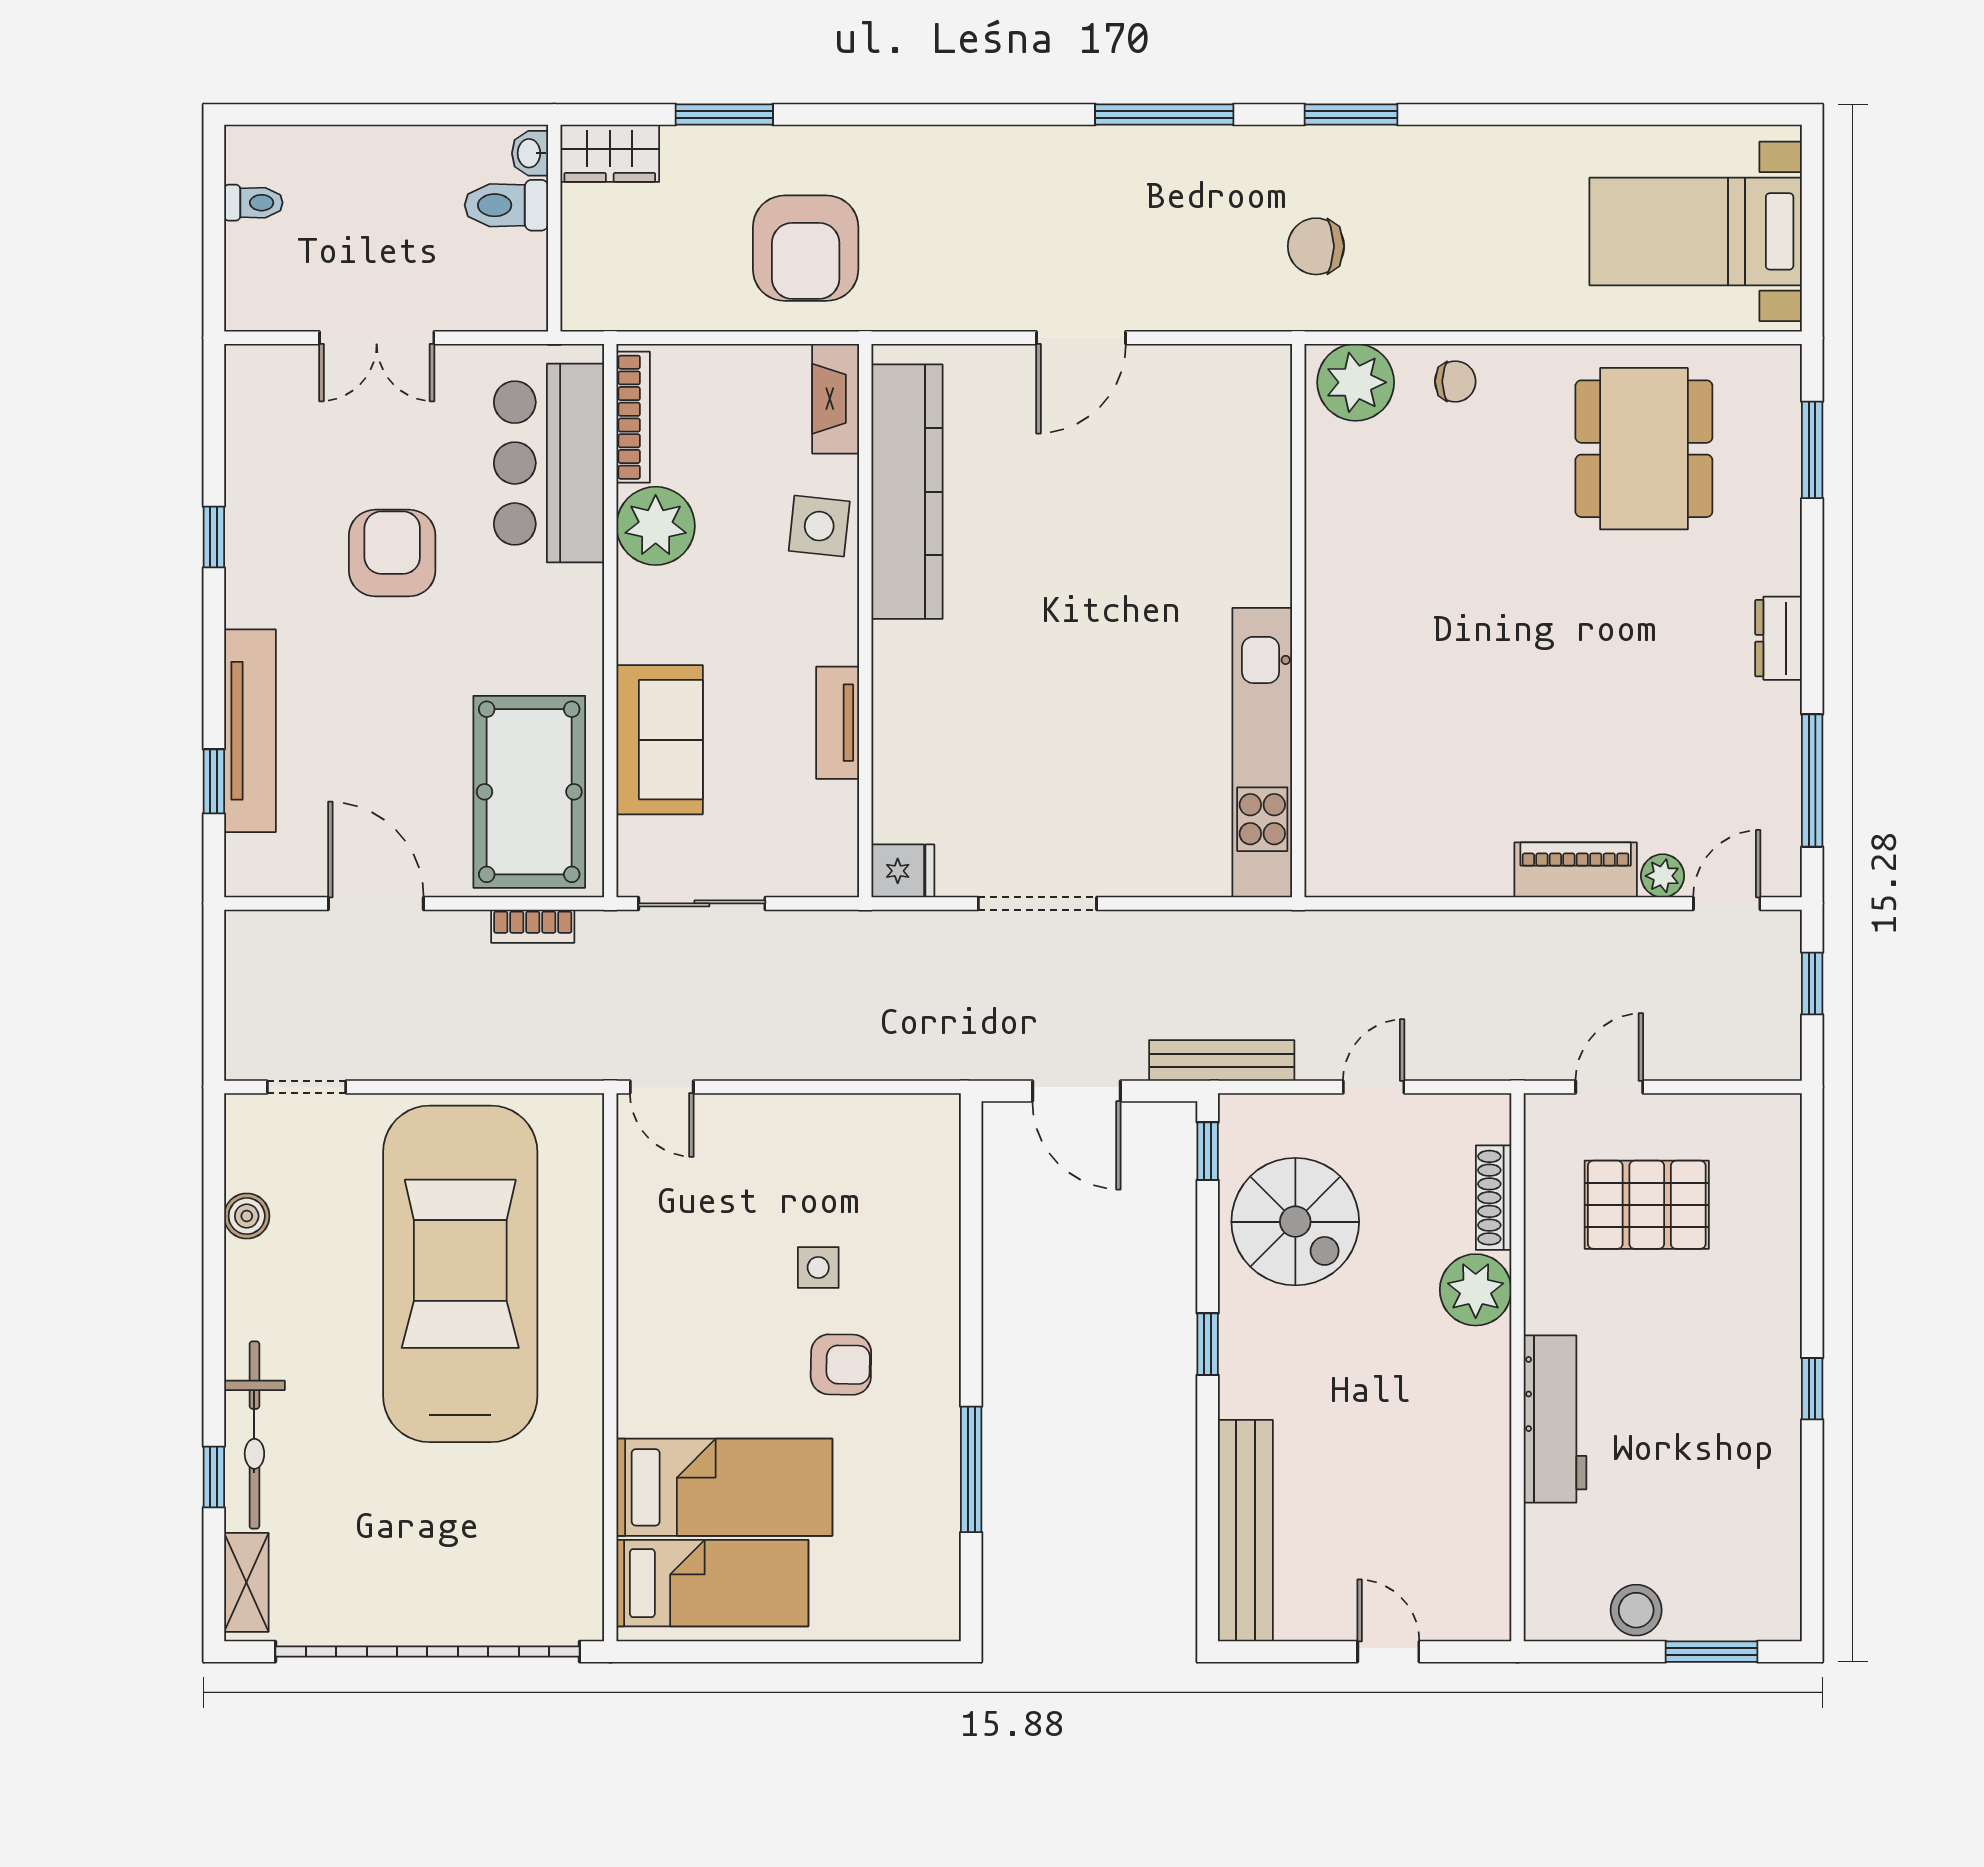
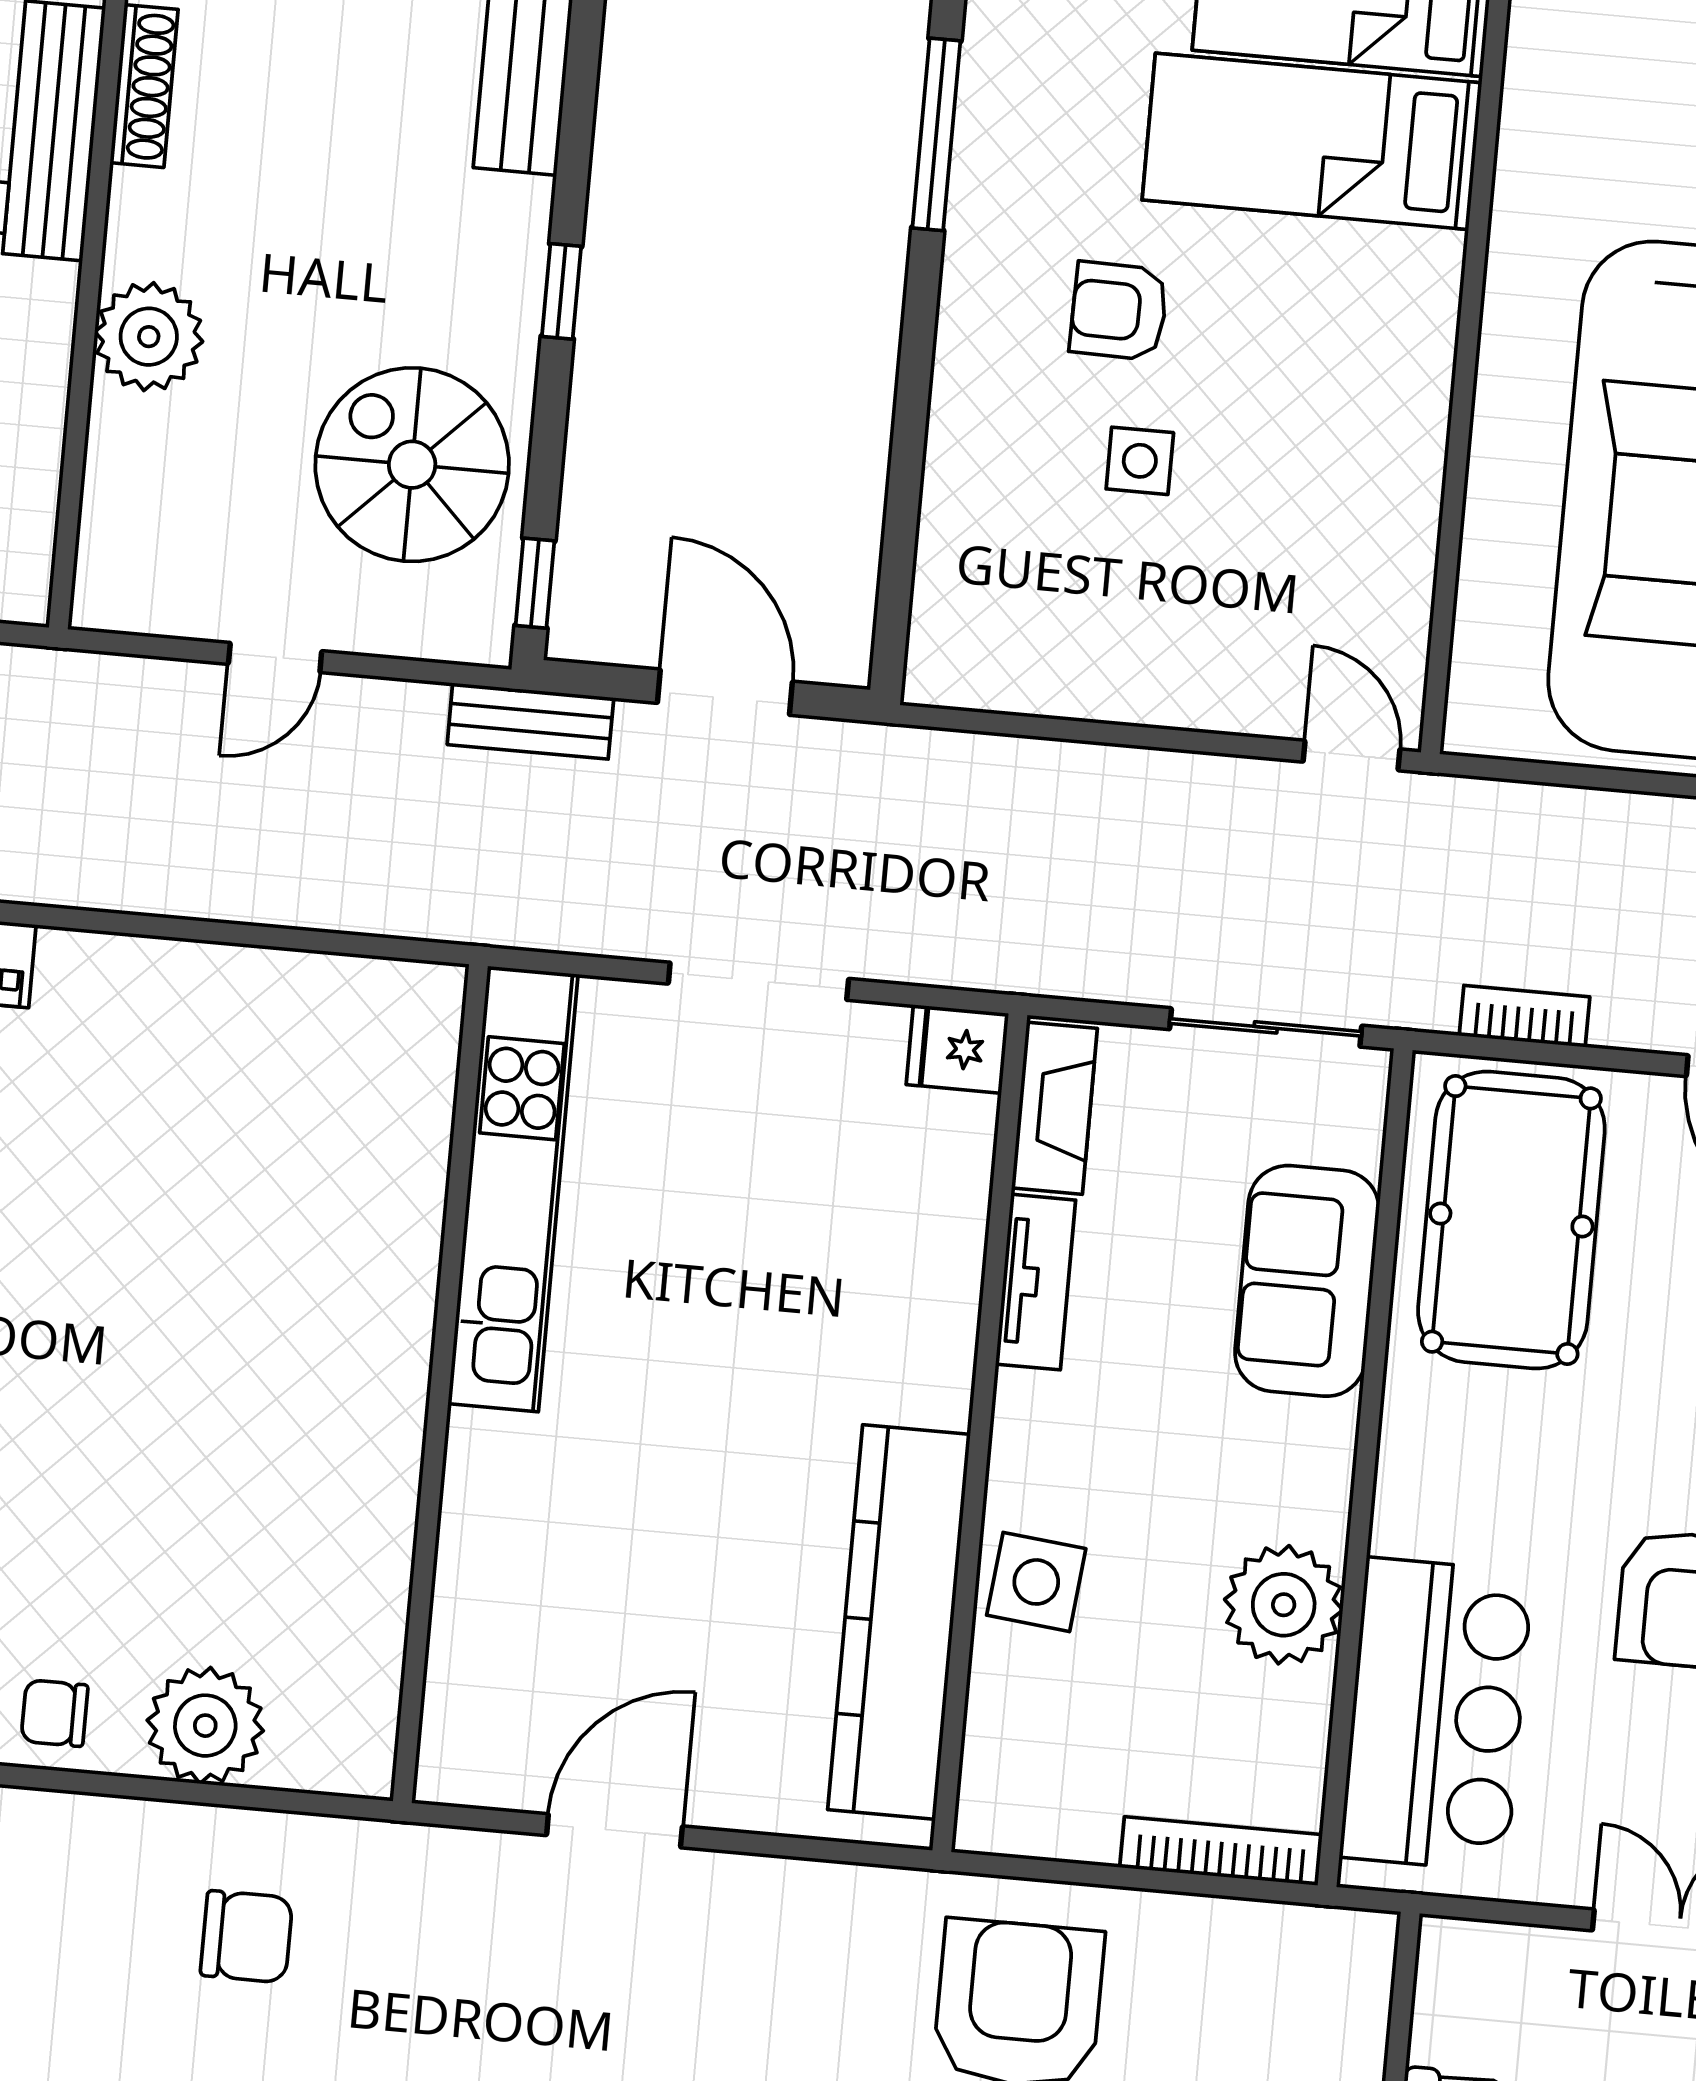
fireplace: (836, 399) -> (1054, 1108), moved
bookcase: (633, 417) -> (1221, 1851), moved, turned 90
wall: (1298, 621) -> (440, 1384), moved
kitchen unit: (1262, 753) -> (513, 1189), moved
bench: (1222, 1060) -> (530, 721), width x0.73
shoe rack: (1494, 1198) -> (144, 86), moved

